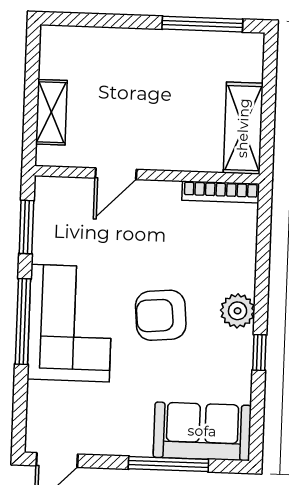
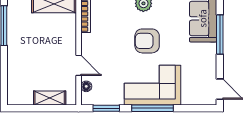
floor lamp: (73, 188) -> (86, 86), added
armchair: (161, 315) -> (147, 41), turned 95

